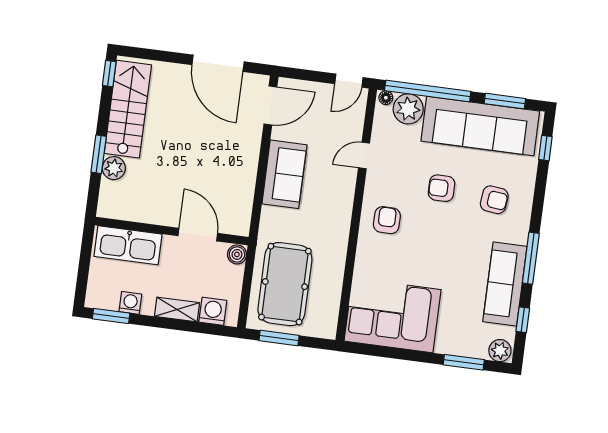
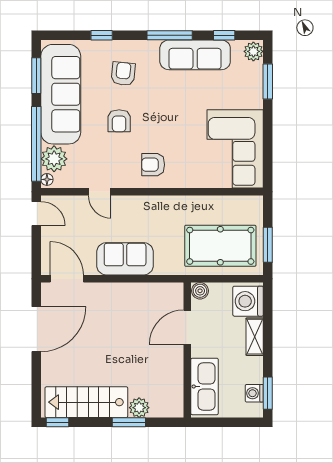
window: (545, 148) -> (102, 35), moved
washing machine: (130, 303) -> (254, 393), moved
washing machine: (213, 311) -> (248, 301), width x1.37, depth x1.37

